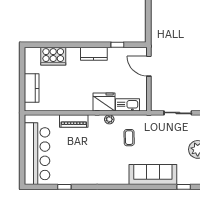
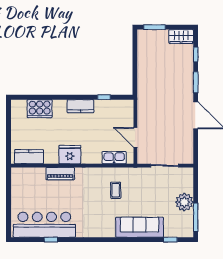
door: (149, 66) -> (135, 137), moved
kitchen counter: (32, 88) -> (29, 157), moved, turned -90
fridge: (104, 102) -> (70, 155), moved
plant: (109, 119) -> (96, 172), removed
bar counter: (37, 154) -> (44, 225), moved, turned -90

